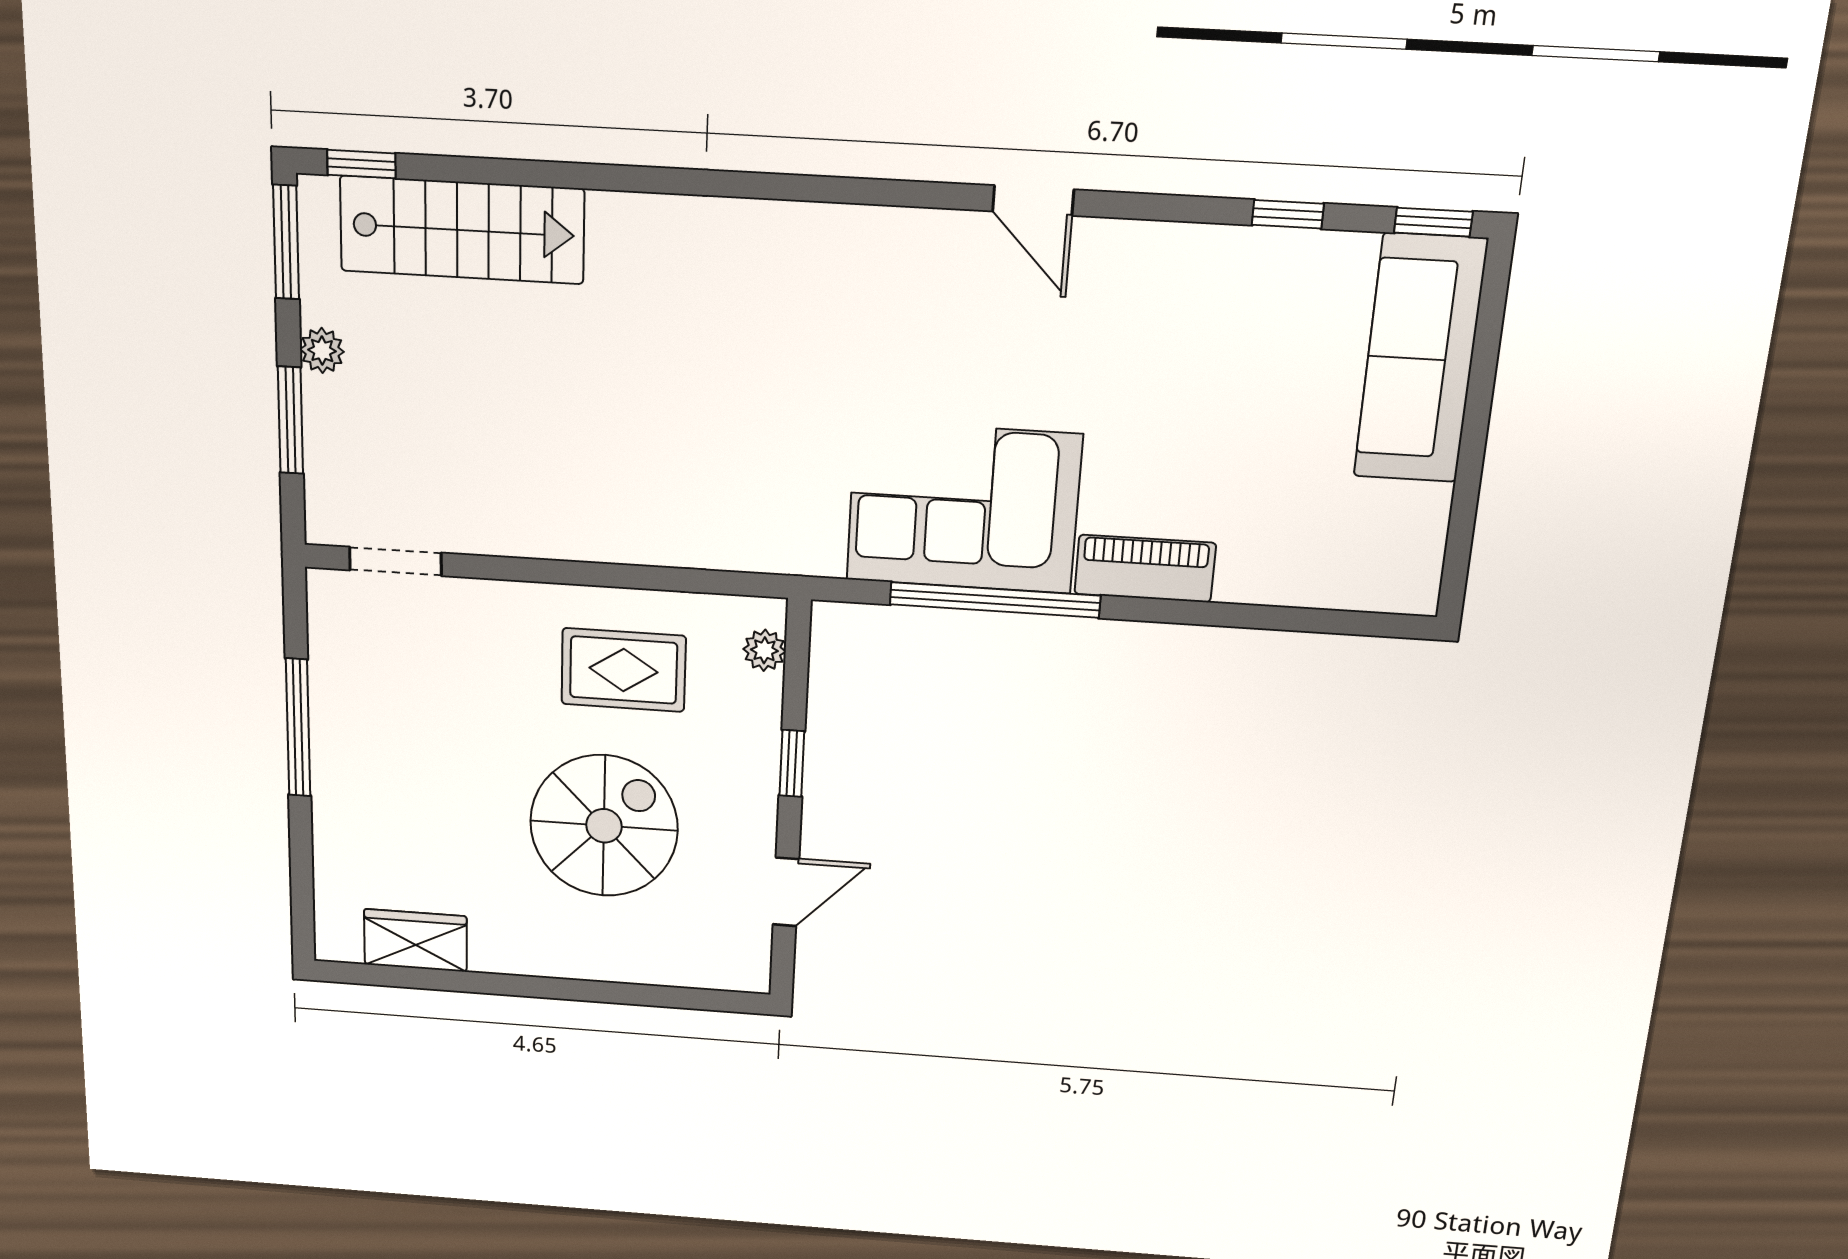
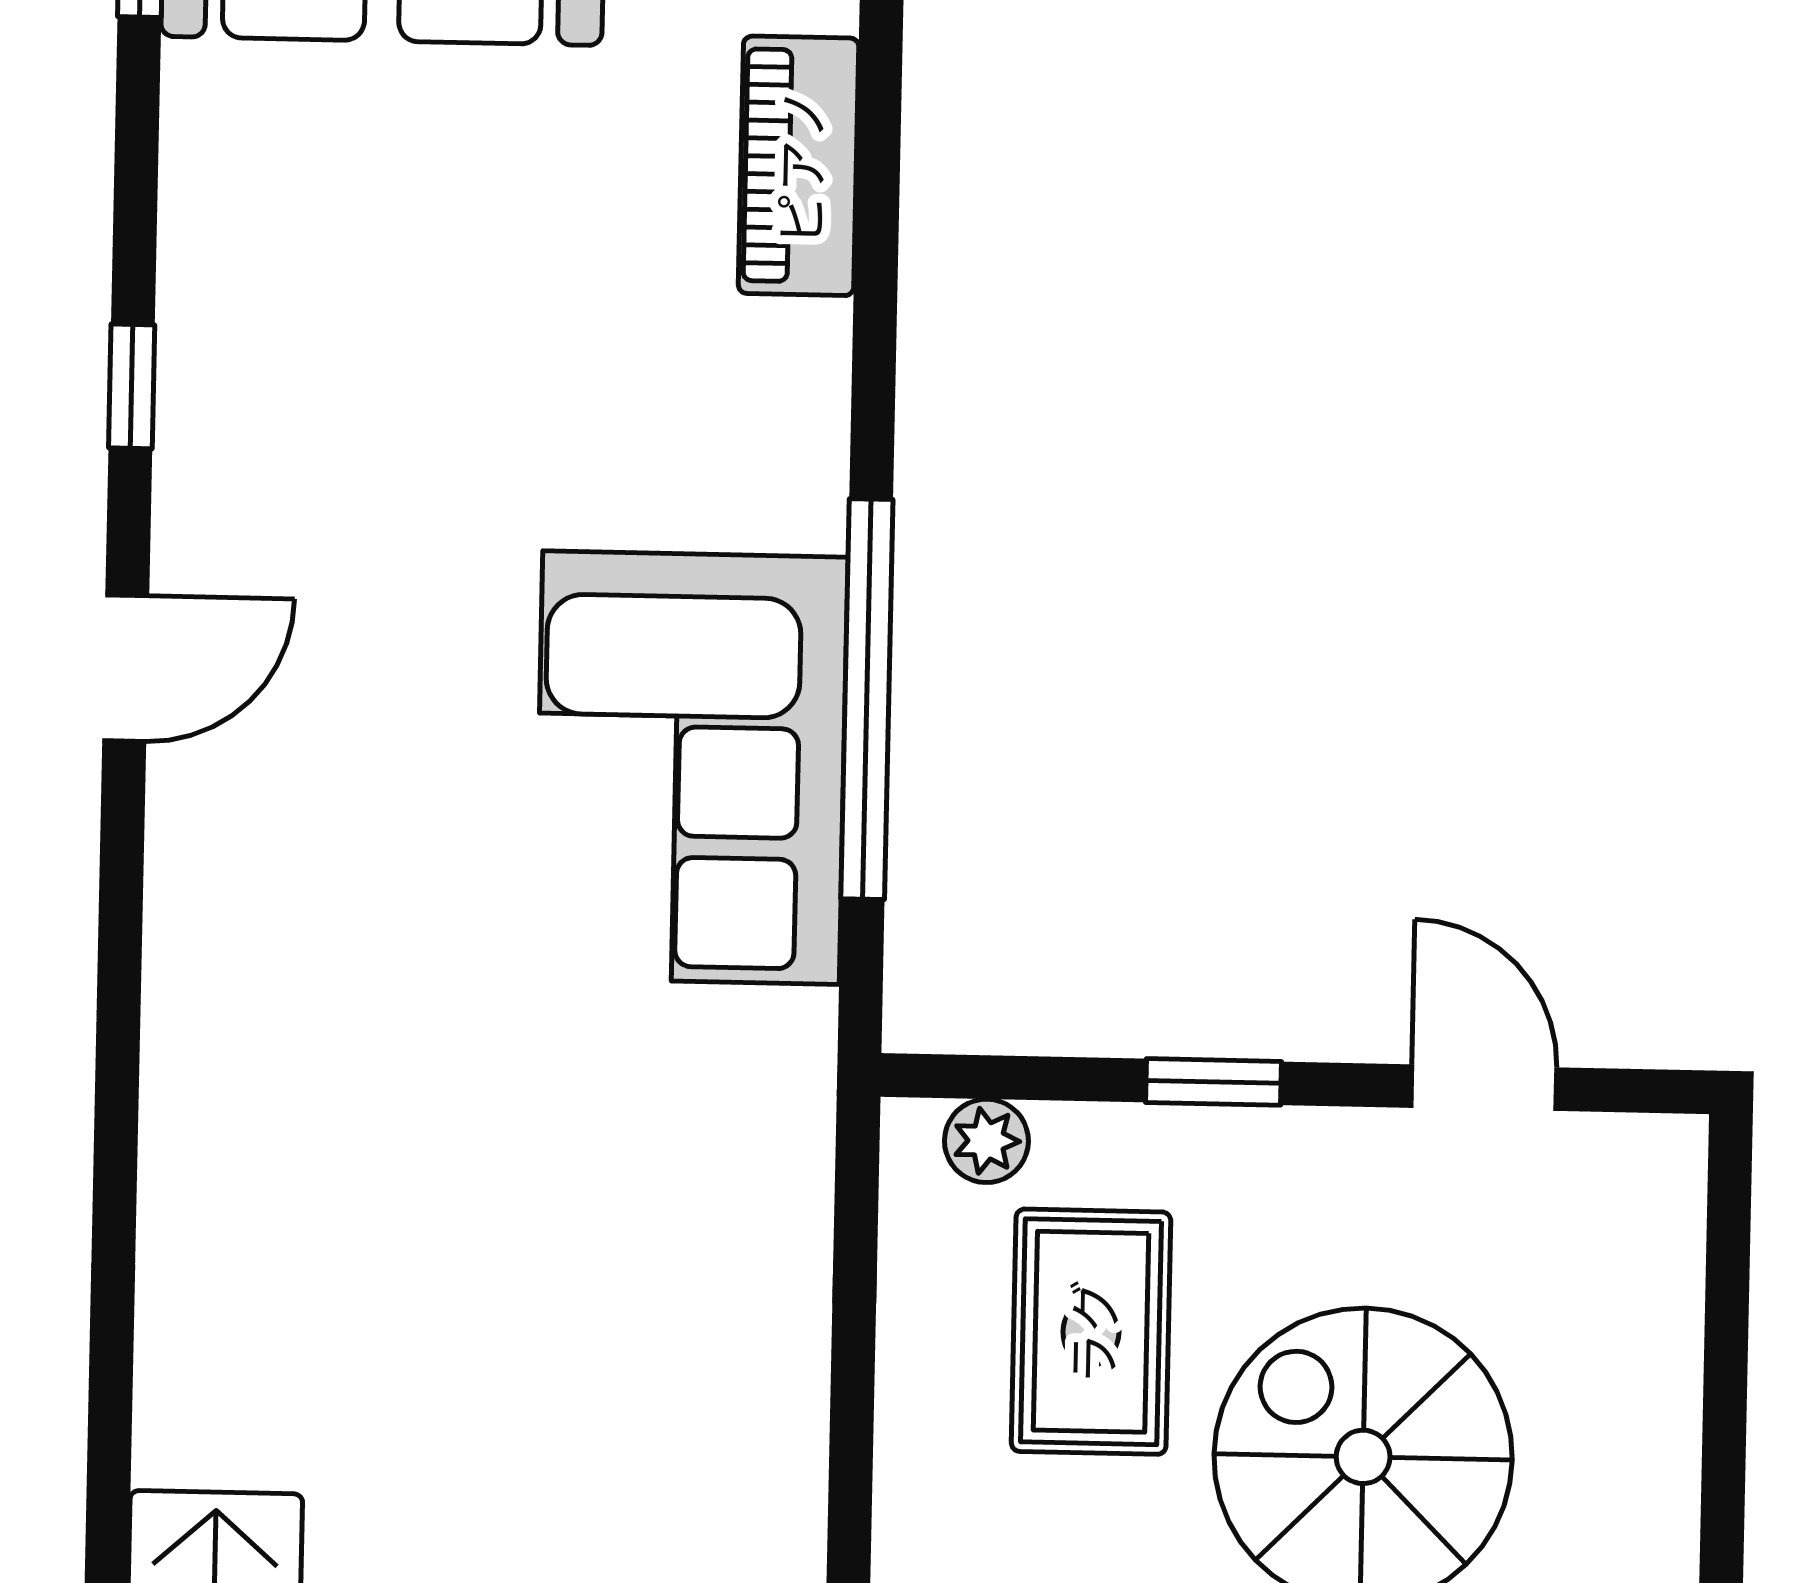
window: (1288, 214) -> (132, 386), moved
piano: (1145, 568) -> (799, 166), moved
rug: (624, 670) -> (1091, 1332), moved

